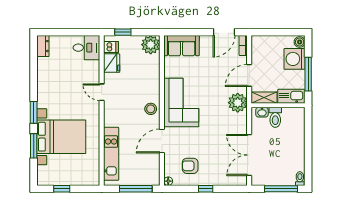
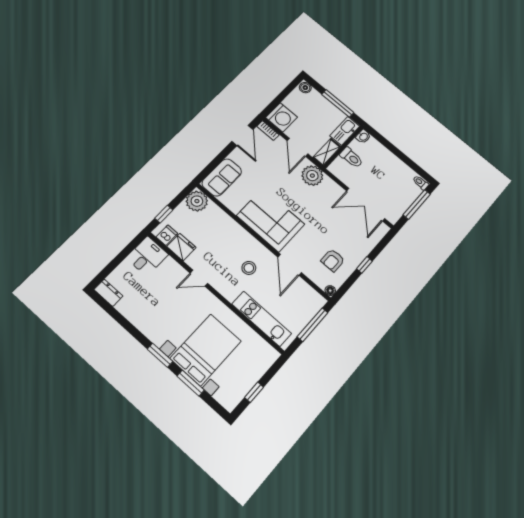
washing machine: (295, 59) -> (281, 117), moved, turned -90
stool: (151, 109) -> (249, 268), moved
washbasin: (262, 112) -> (363, 136), moved

